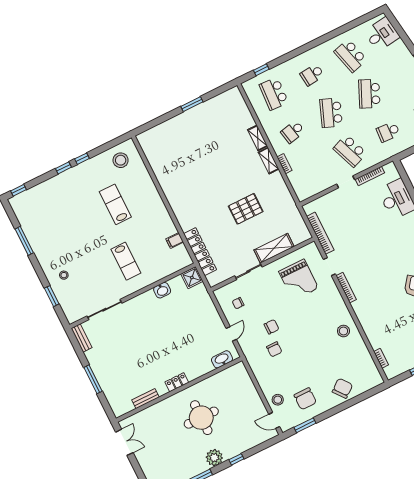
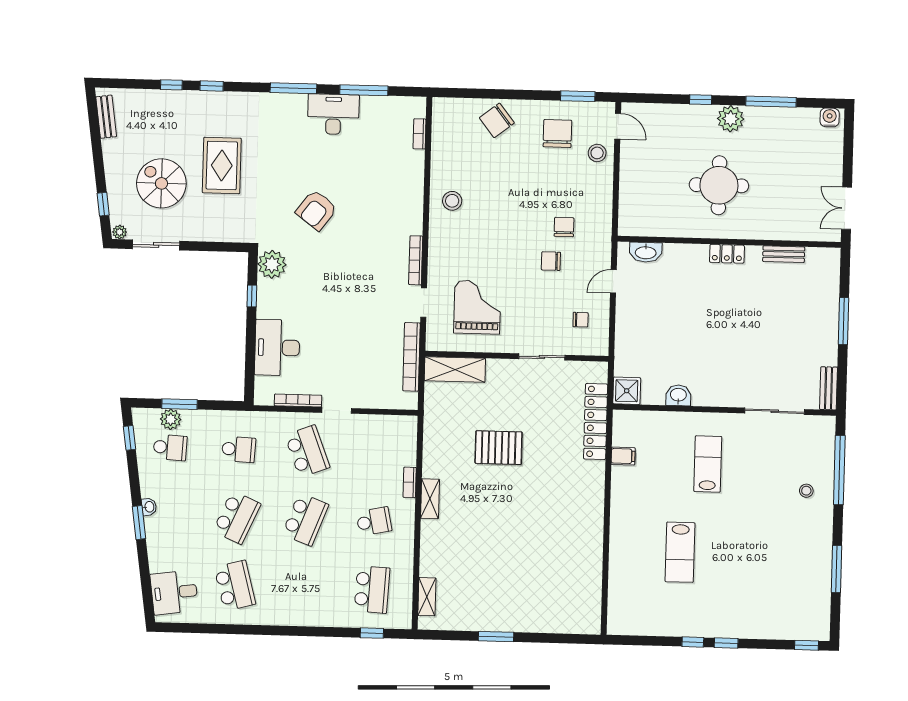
school desk: (312, 75) -> (303, 588), removed
shelving: (258, 138) -> (427, 597), moved
stool: (121, 160) -> (639, 611), removed
shelving: (274, 248) -> (455, 370), moved
window: (52, 296) -> (839, 470), width x2.11

